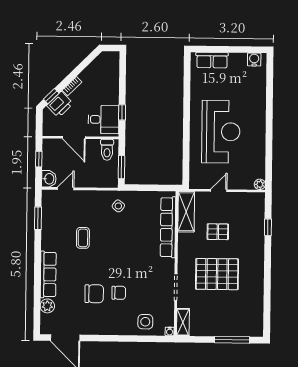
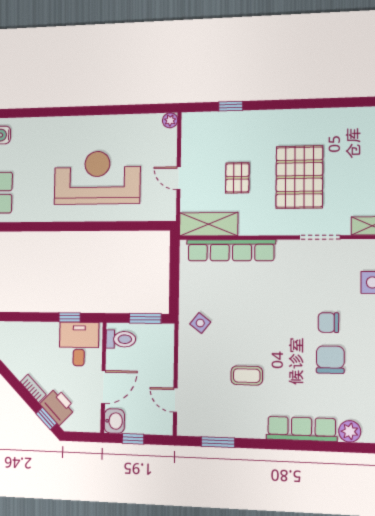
washbasin: (49, 179) -> (114, 421), moved, turned 90
chair: (119, 293) -> (328, 323), turned -90

